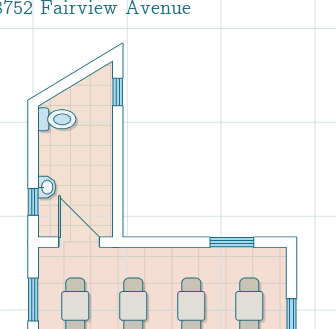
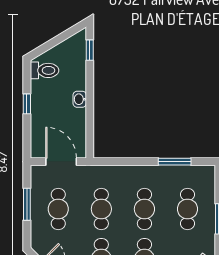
washbasin: (47, 187) -> (80, 99), moved, turned 180
window: (33, 202) -> (27, 104), moved

